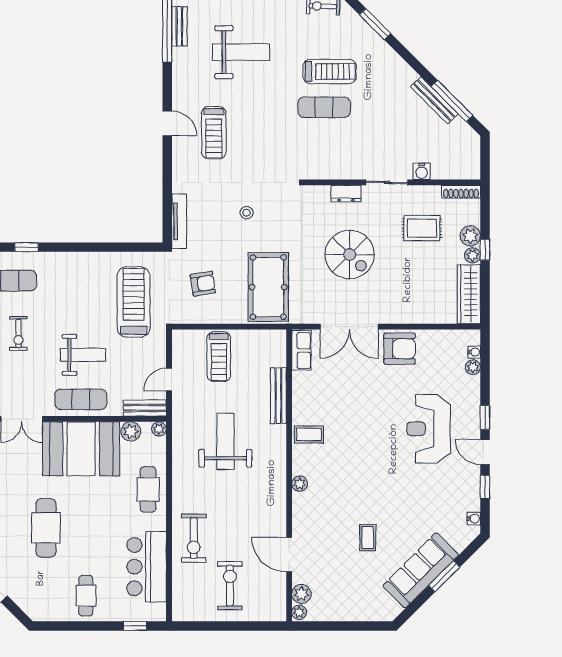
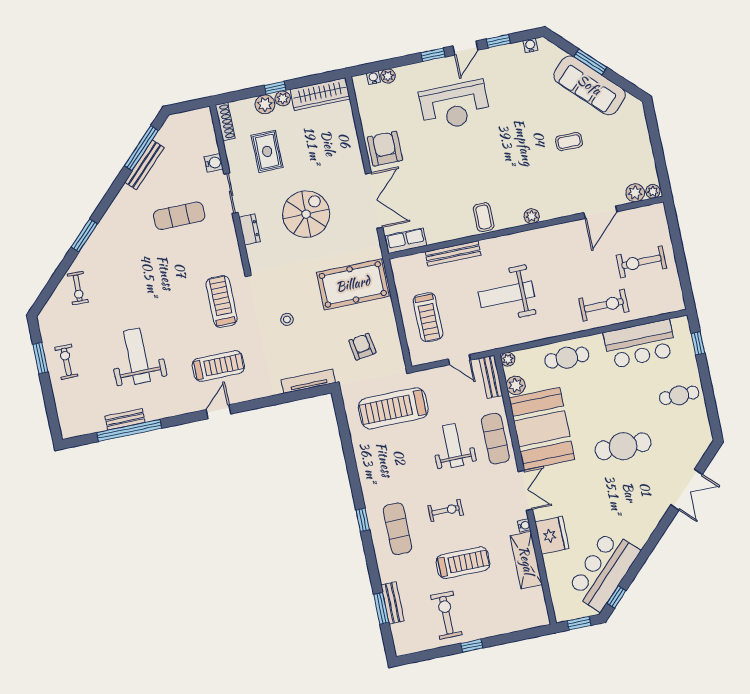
treadmill: (330, 71) -> (222, 301), moved
exercise mat: (324, 107) -> (179, 216), moved, turned 90
treadmill: (219, 357) -> (428, 317), turned 90

